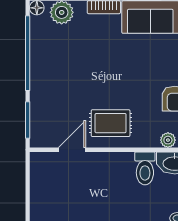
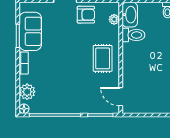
door: (72, 150) -> (121, 97), moved

